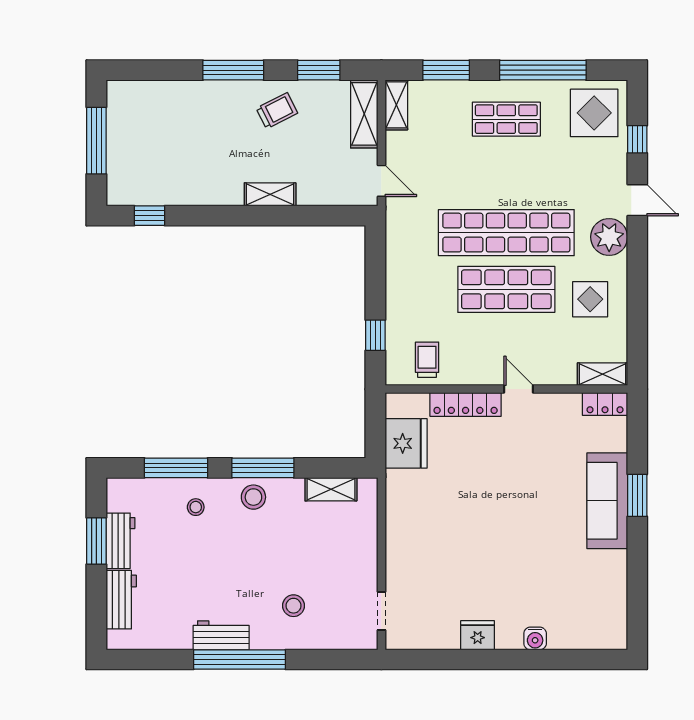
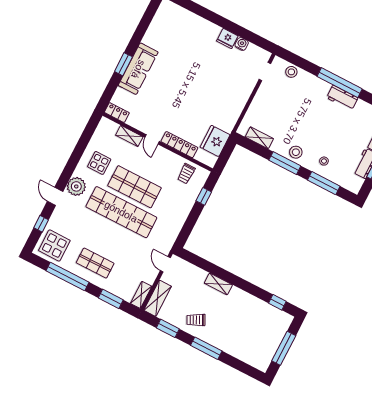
shelving: (603, 374) -> (129, 136), moved
stool: (294, 606) -> (291, 72), moved
water cooler: (535, 638) -> (242, 44), moved

